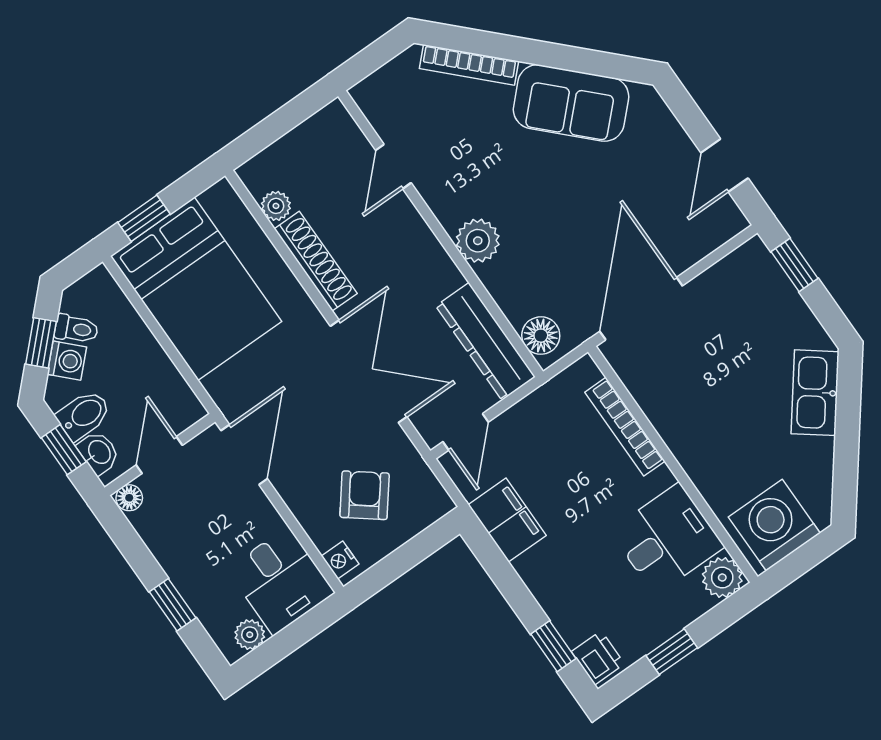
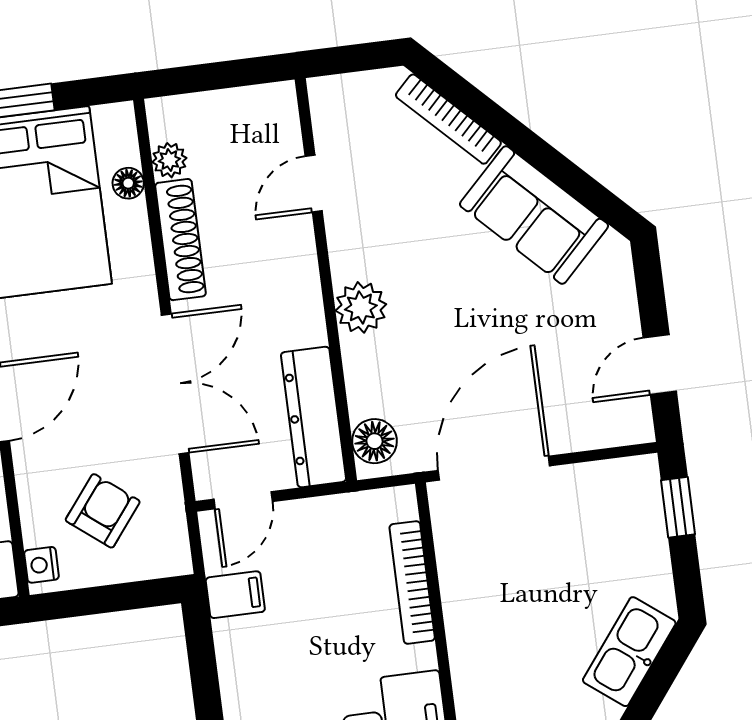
floor lamp: (254, 240) -> (128, 183), added
filing cabinet: (507, 520) -> (235, 595), width x0.50

